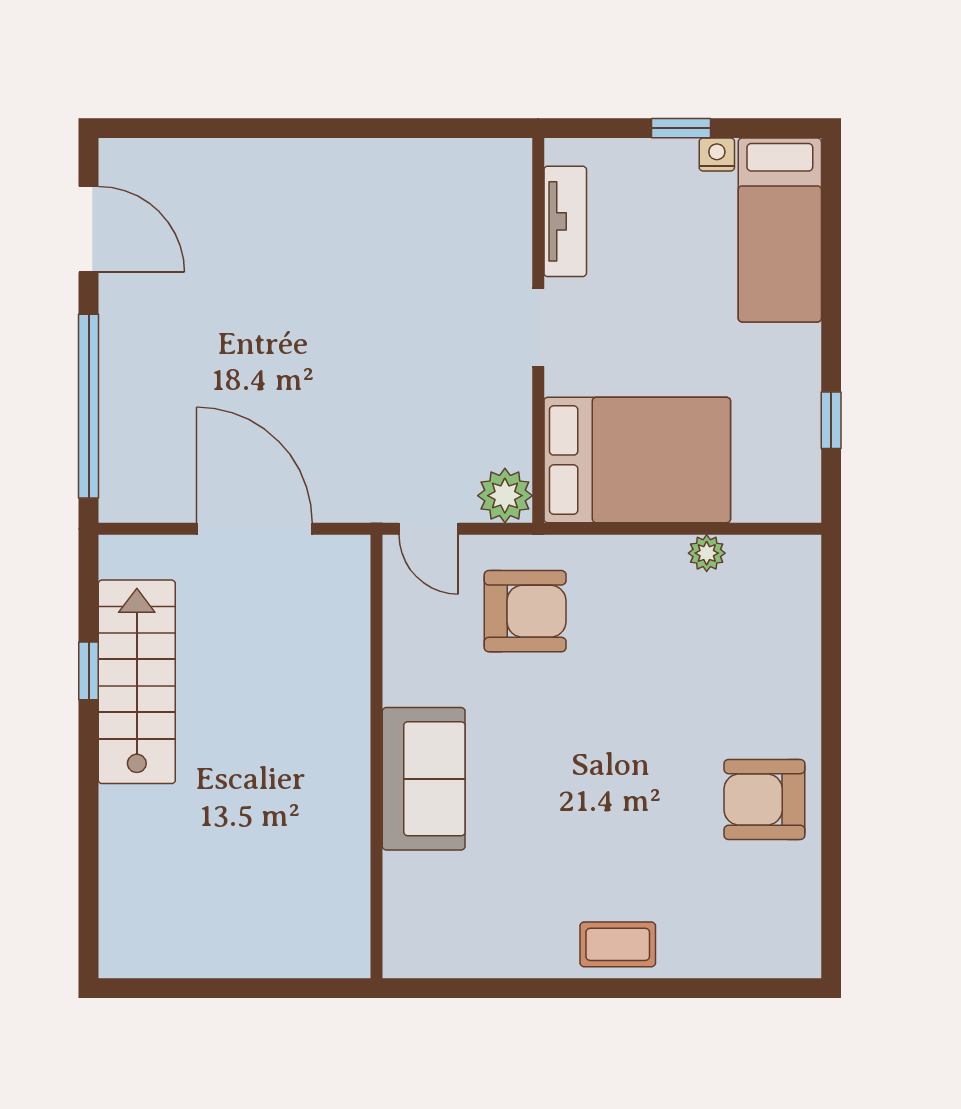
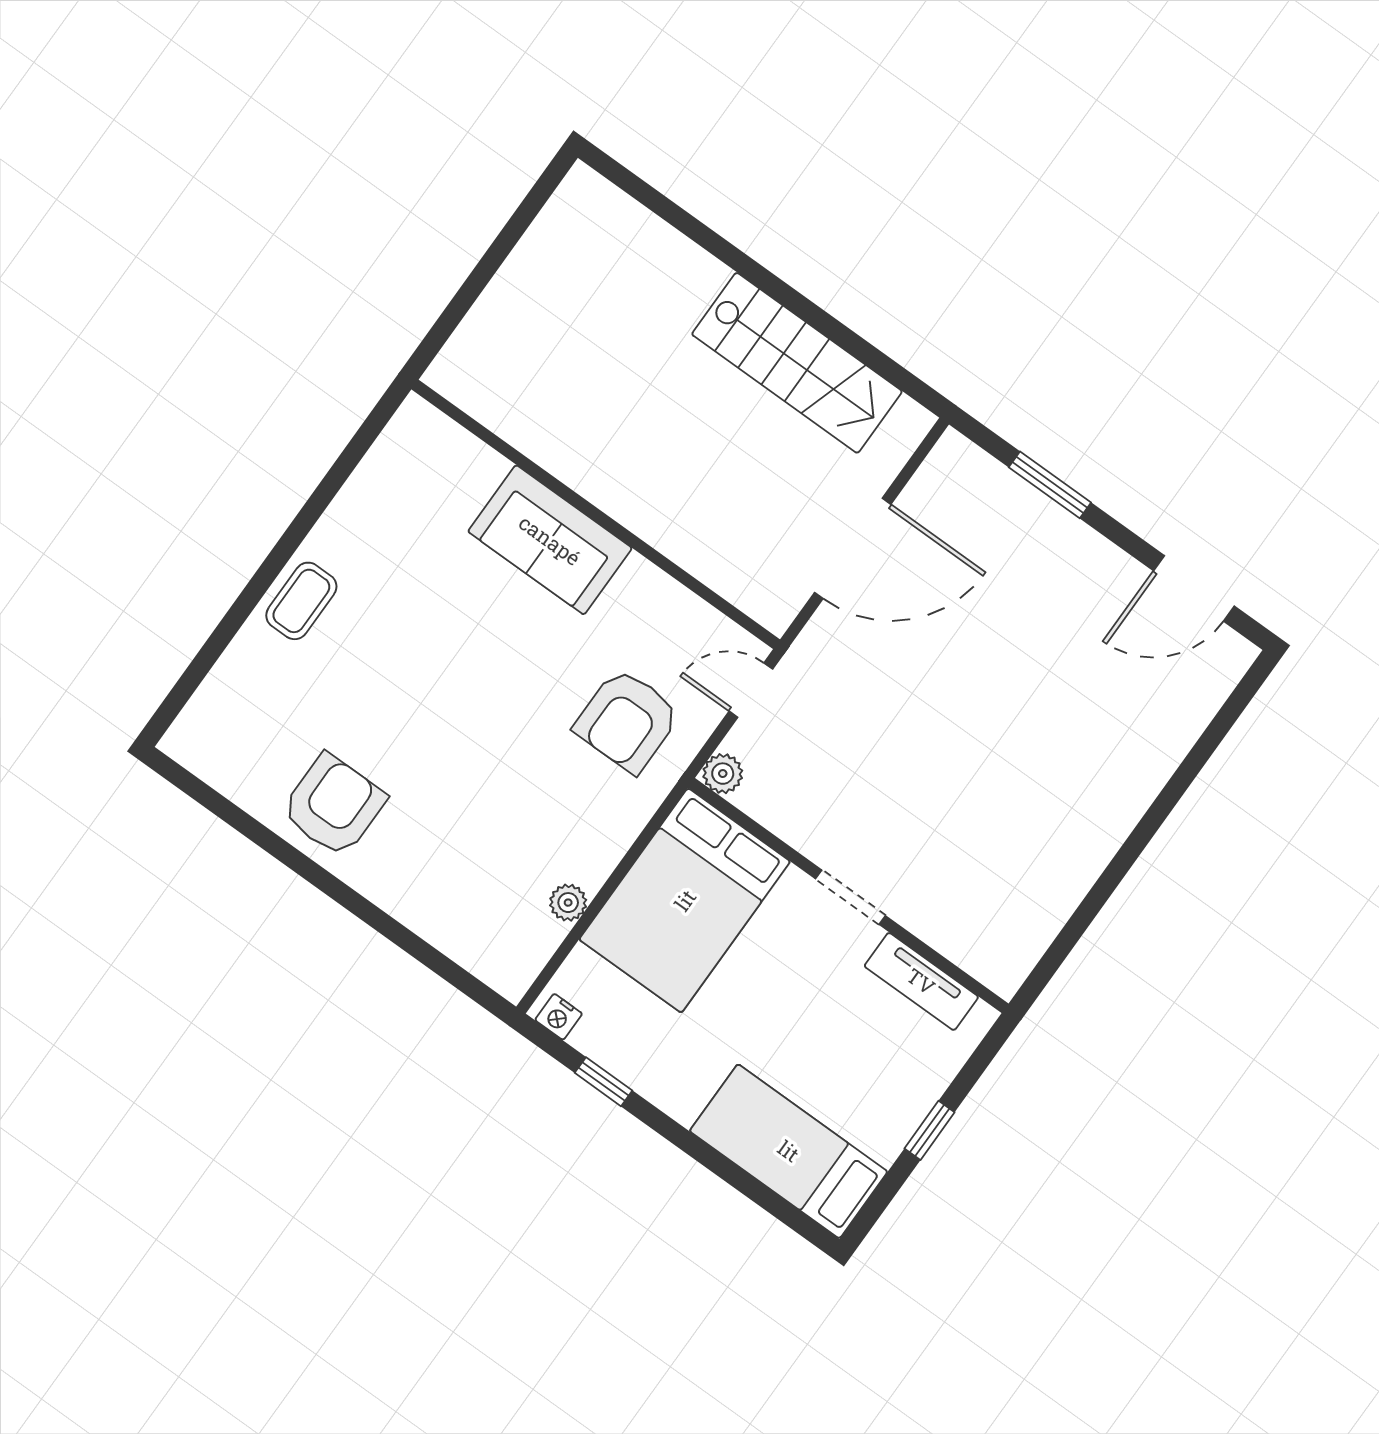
nightstand: (717, 154) -> (559, 1017), moved, turned 90
window: (89, 406) -> (1050, 485), width x0.47
plant: (505, 496) -> (723, 774), width x0.73, depth x0.73
window: (89, 671) -> (834, 330), removed

